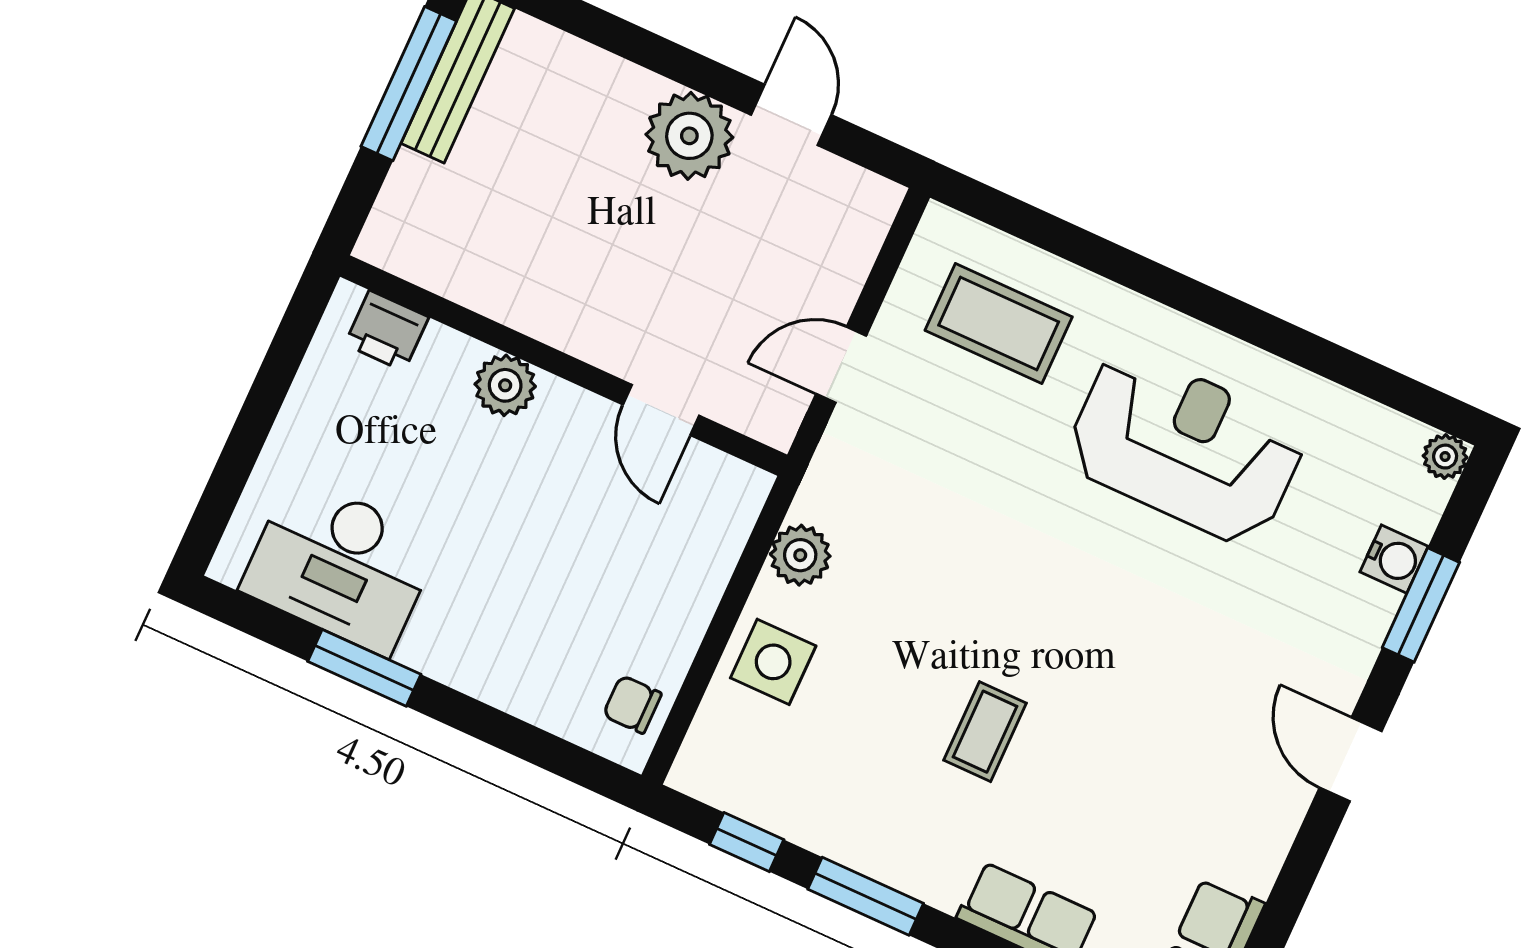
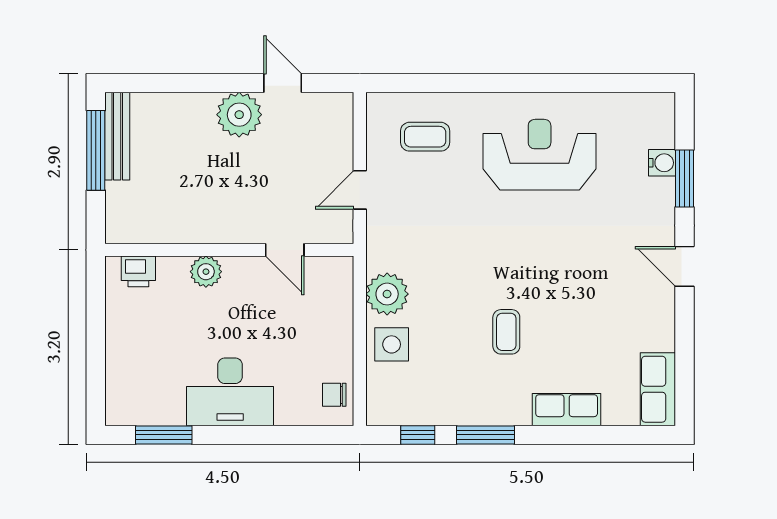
coffee table: (999, 324) -> (425, 137), width x0.73, depth x0.77
plant: (1445, 457) -> (664, 103), removed
plant: (800, 555) -> (387, 294), width x1.36, depth x1.36
desk: (340, 565) -> (230, 392), moved
window: (364, 668) -> (164, 435), moved

